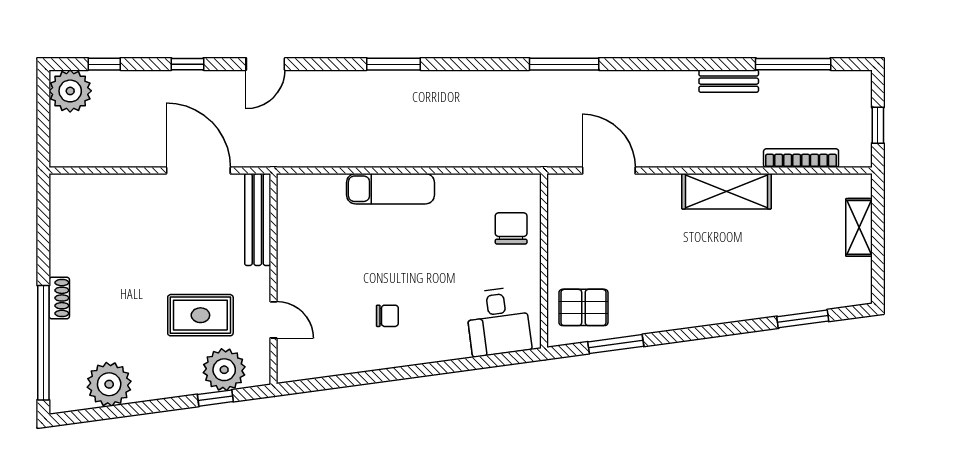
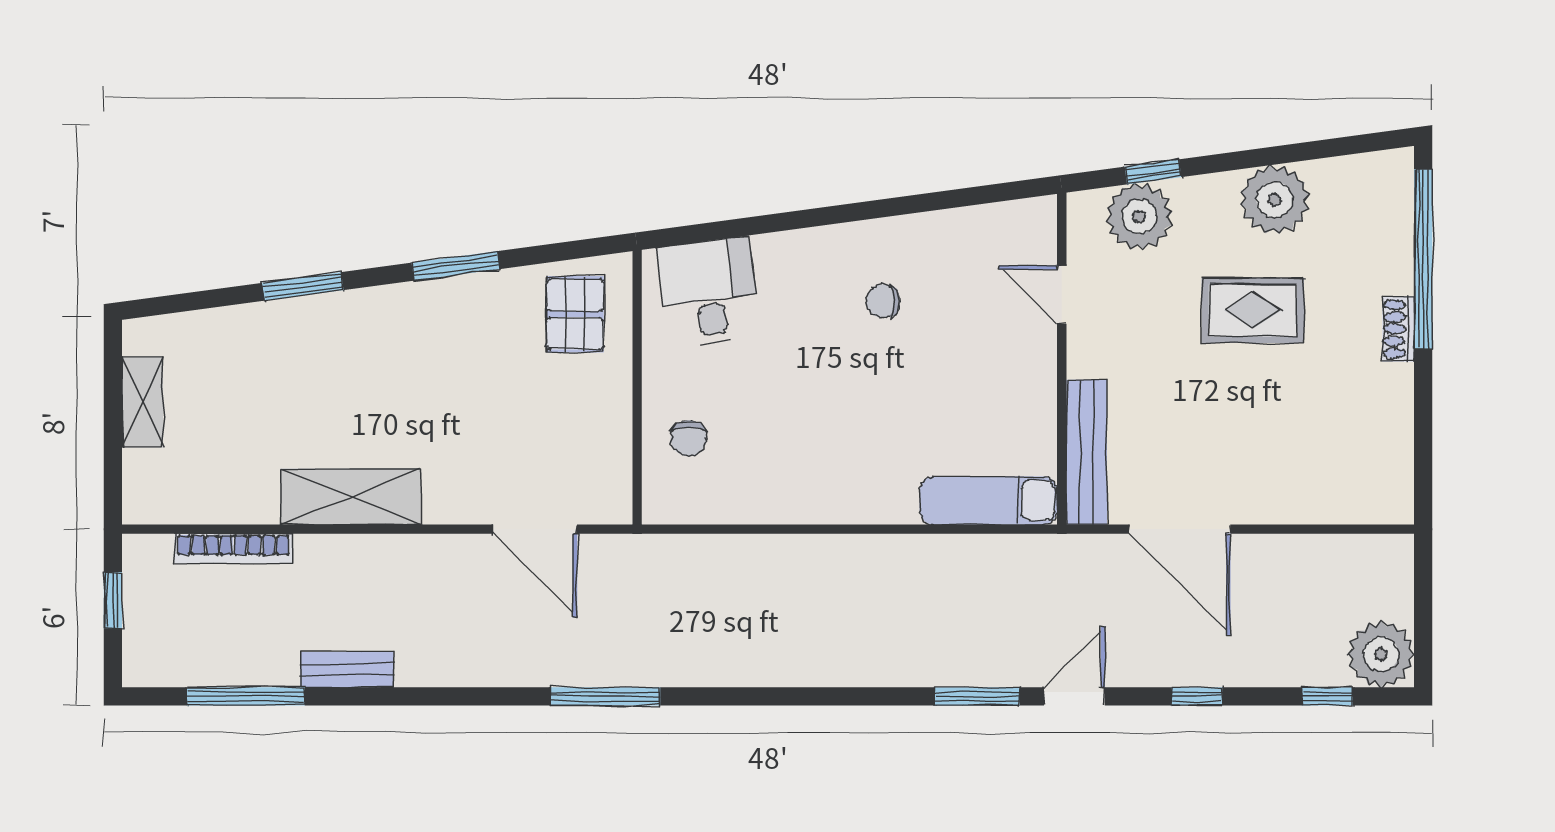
window: (393, 64) -> (977, 696), moved
exam couch: (391, 189) -> (988, 501), moved
shelving: (859, 227) -> (142, 402), moved
chair: (511, 228) -> (689, 438), width x0.73, depth x0.73
pallet: (583, 307) -> (575, 314), turned 90
rug: (200, 315) -> (1253, 310), moved
window: (803, 319) -> (303, 286), moved
window: (616, 344) -> (456, 266), moved
plant: (109, 384) -> (1275, 200), moved

